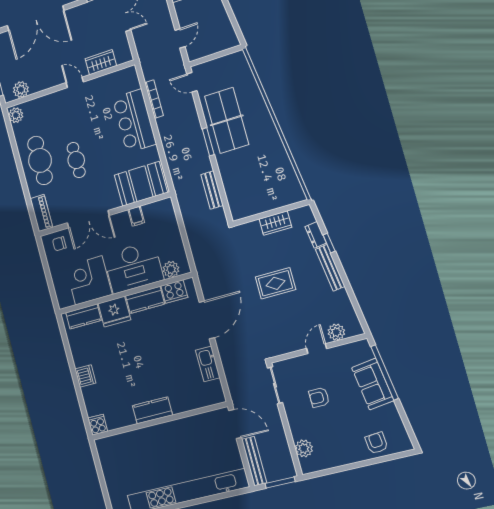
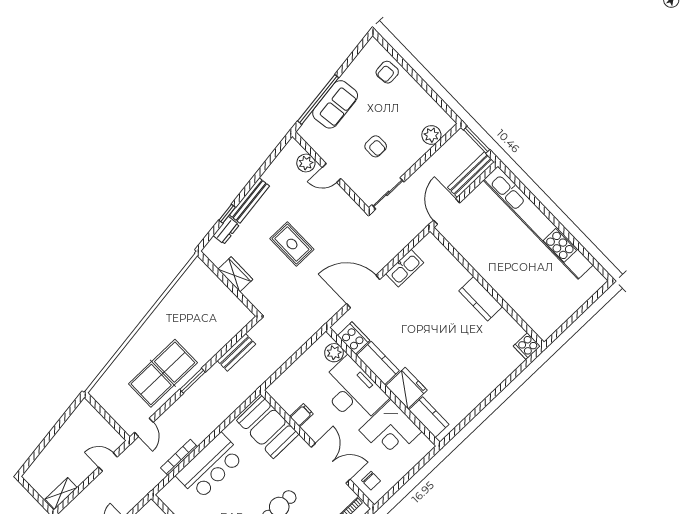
dishwasher: (85, 376) -> (486, 384), removed

